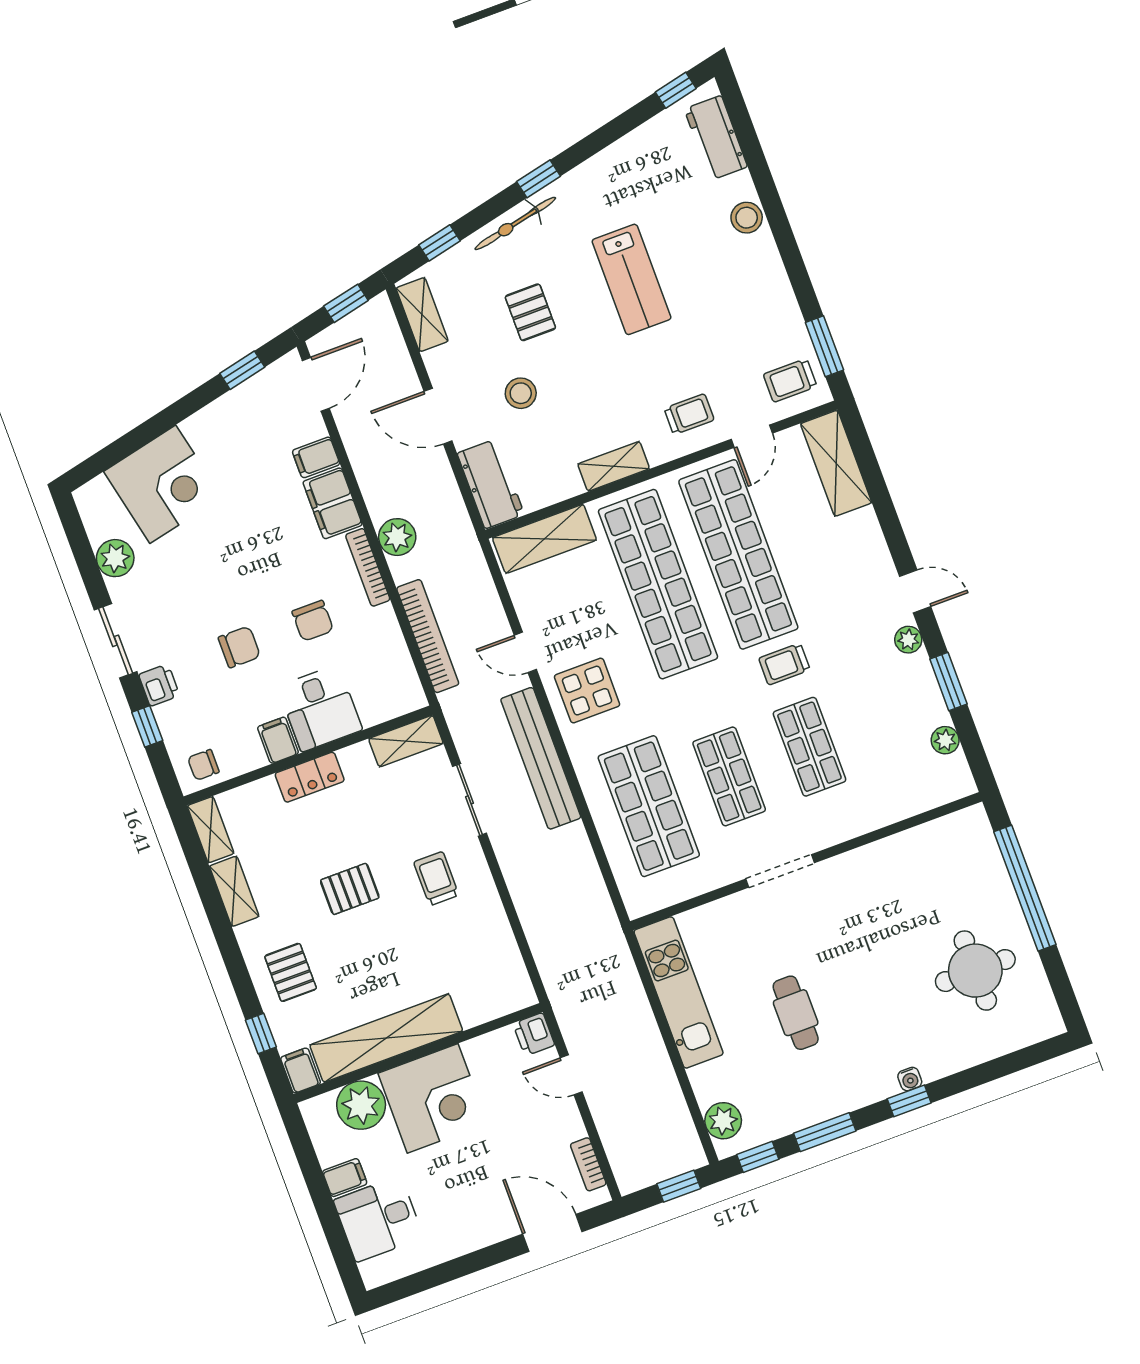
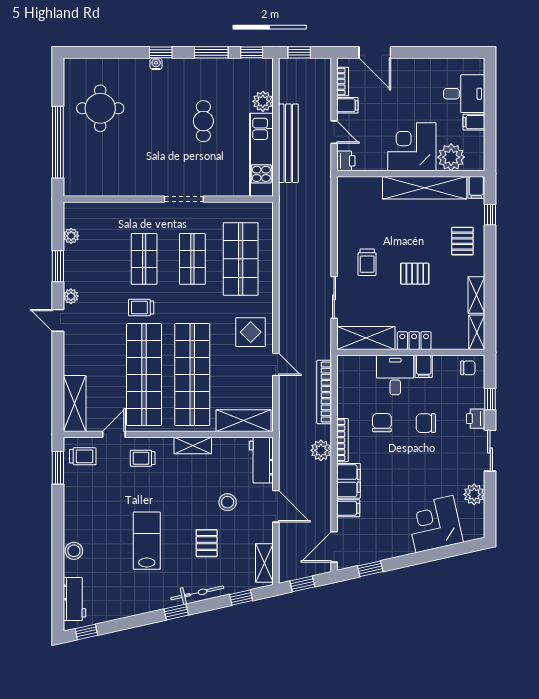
trolley: (784, 664) -> (141, 308), turned 180
shelving: (406, 741) -> (366, 338), width x1.50, depth x1.33
bench: (541, 758) -> (288, 143), moved
plant: (723, 1121) -> (263, 101), moved
filing cabinet: (566, 1128) -> (347, 105), added

